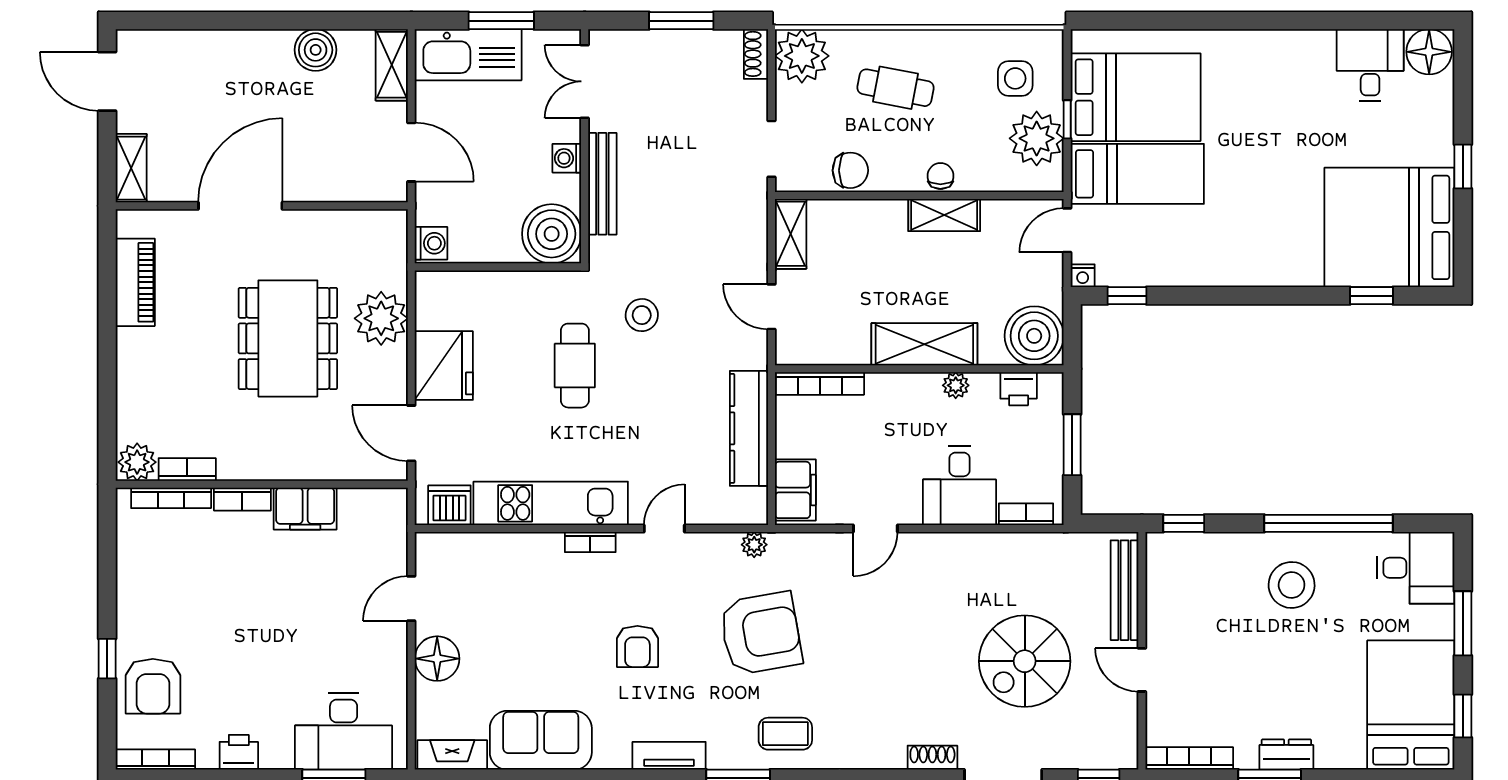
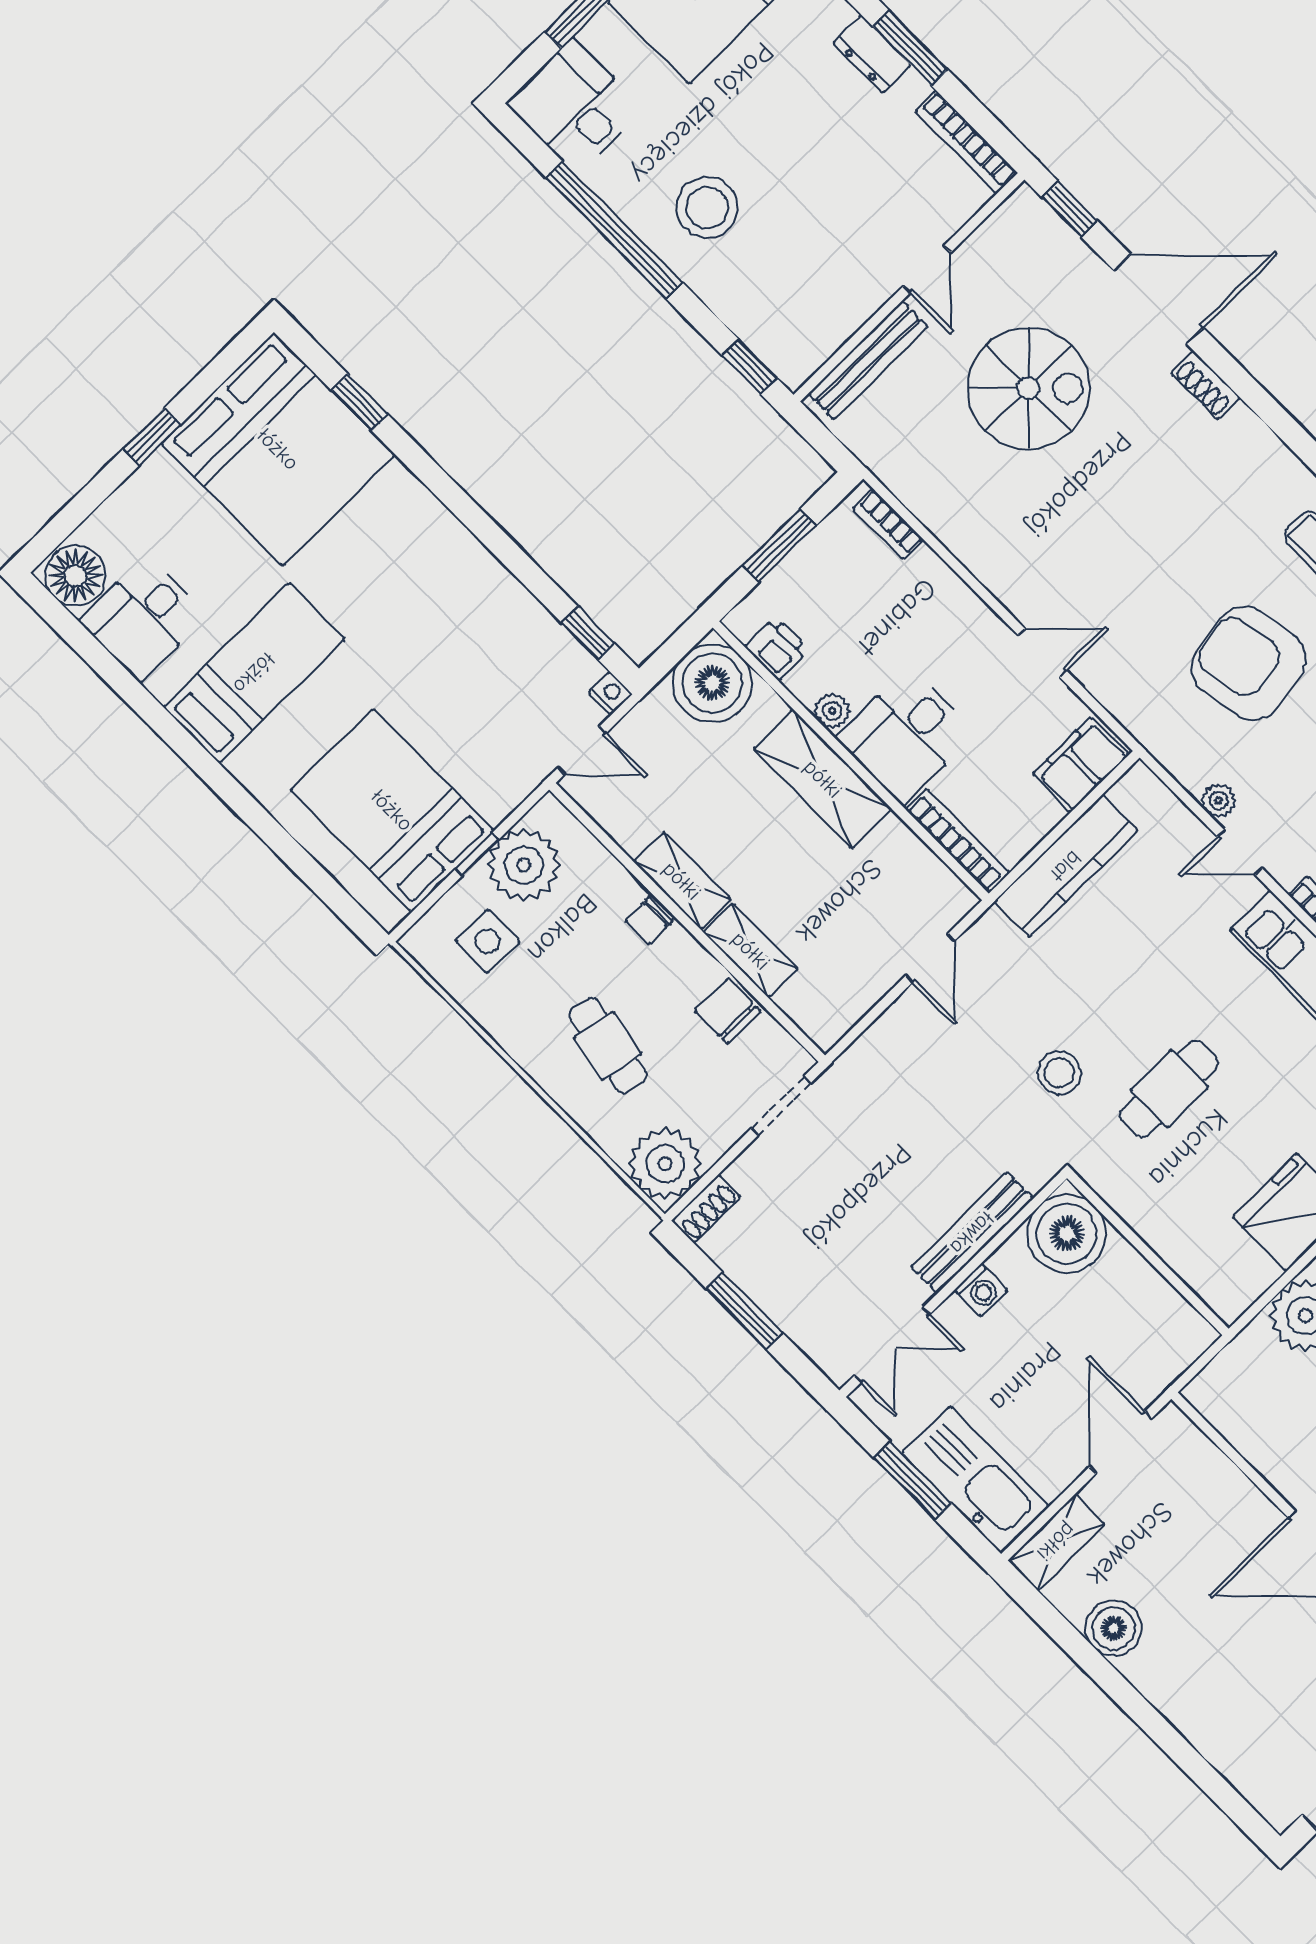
bed: (1137, 174) -> (254, 673), moved, turned 90
shelving: (791, 234) -> (751, 951), moved, turned 90
washing machine: (431, 243) -> (1188, 1339), removed
desk: (960, 486) -> (906, 736), moved, turned 180
plant: (754, 545) -> (1219, 800), moved

